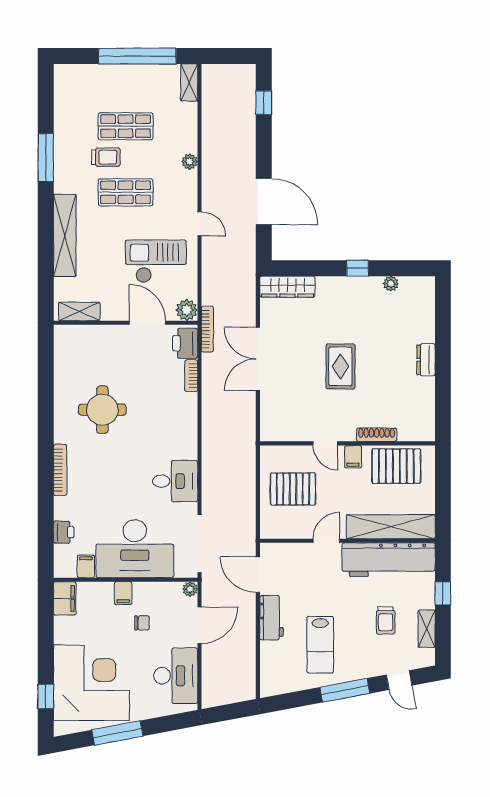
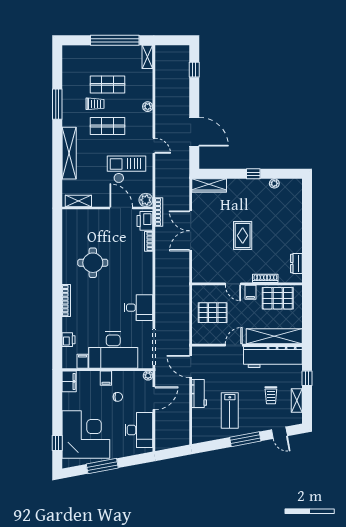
dresser: (426, 360) -> (296, 264), moved

